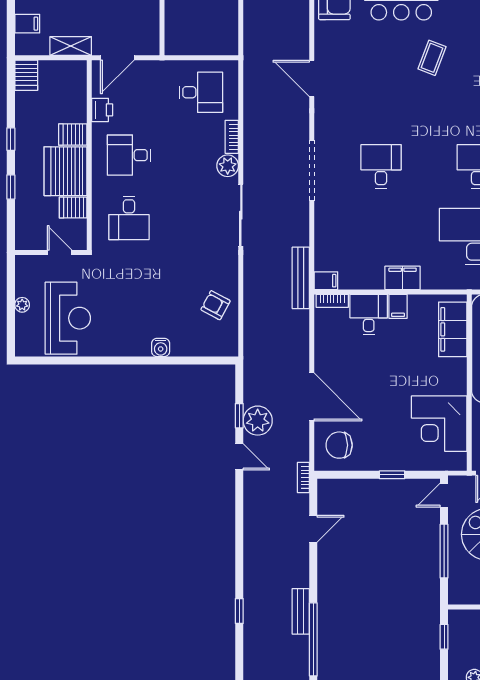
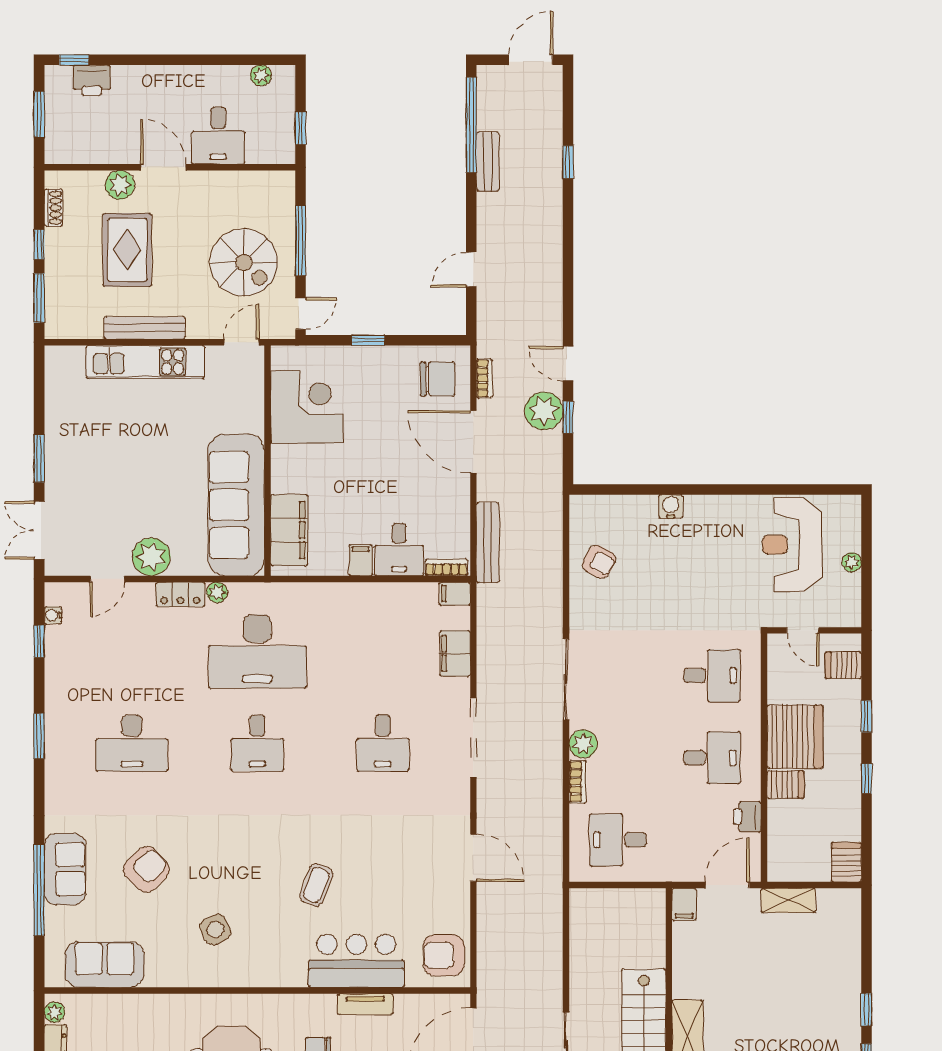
filing cabinet: (27, 24) -> (684, 904), moved, turned -90
server rack: (73, 208) -> (843, 665), moved, turned 180
desk: (129, 218) -> (712, 676), turned 90
bench: (301, 278) -> (488, 543), moved
filing cabinet: (403, 278) -> (455, 653), moved, turned 90
bookcase: (303, 477) -> (484, 378), moved

